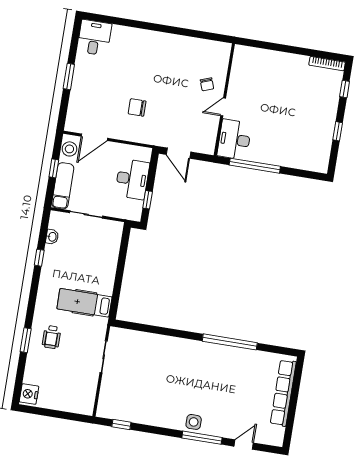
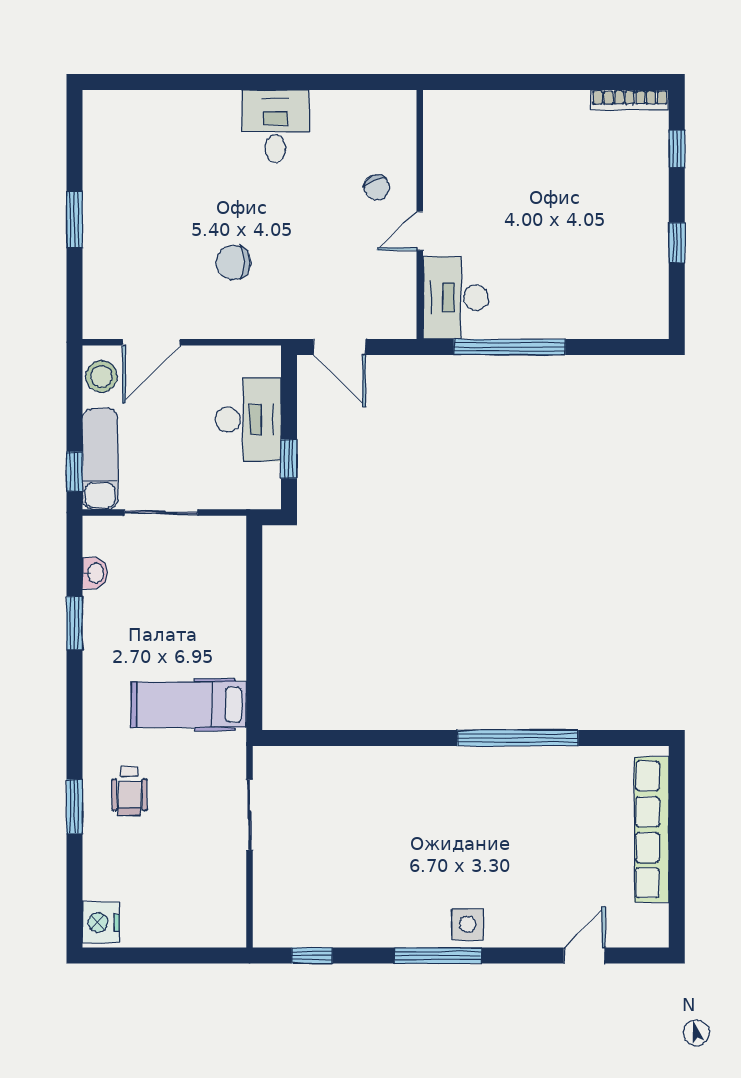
desk: (94, 38) -> (275, 126), moved
window: (54, 168) -> (74, 472), moved
window: (39, 258) -> (74, 623), width x1.50
window: (202, 438) -> (438, 956), moved

